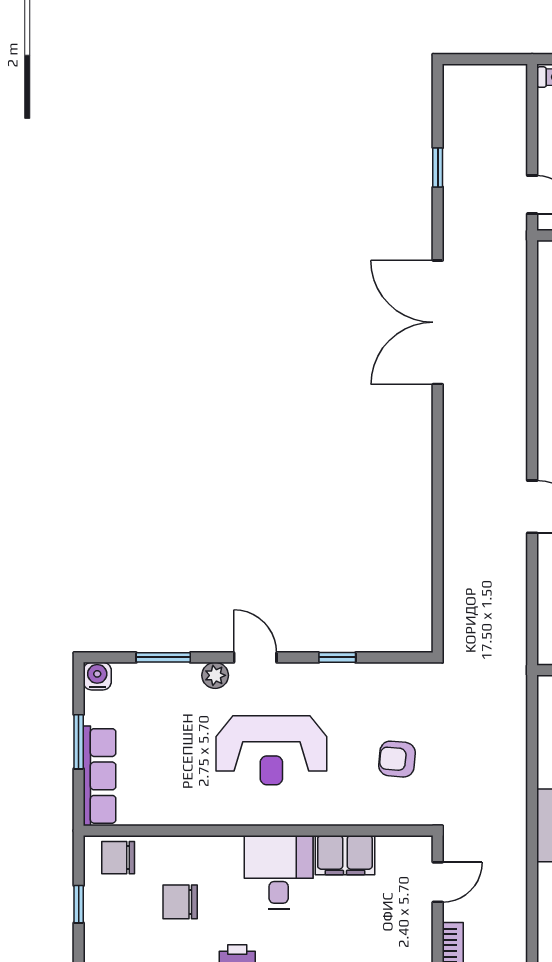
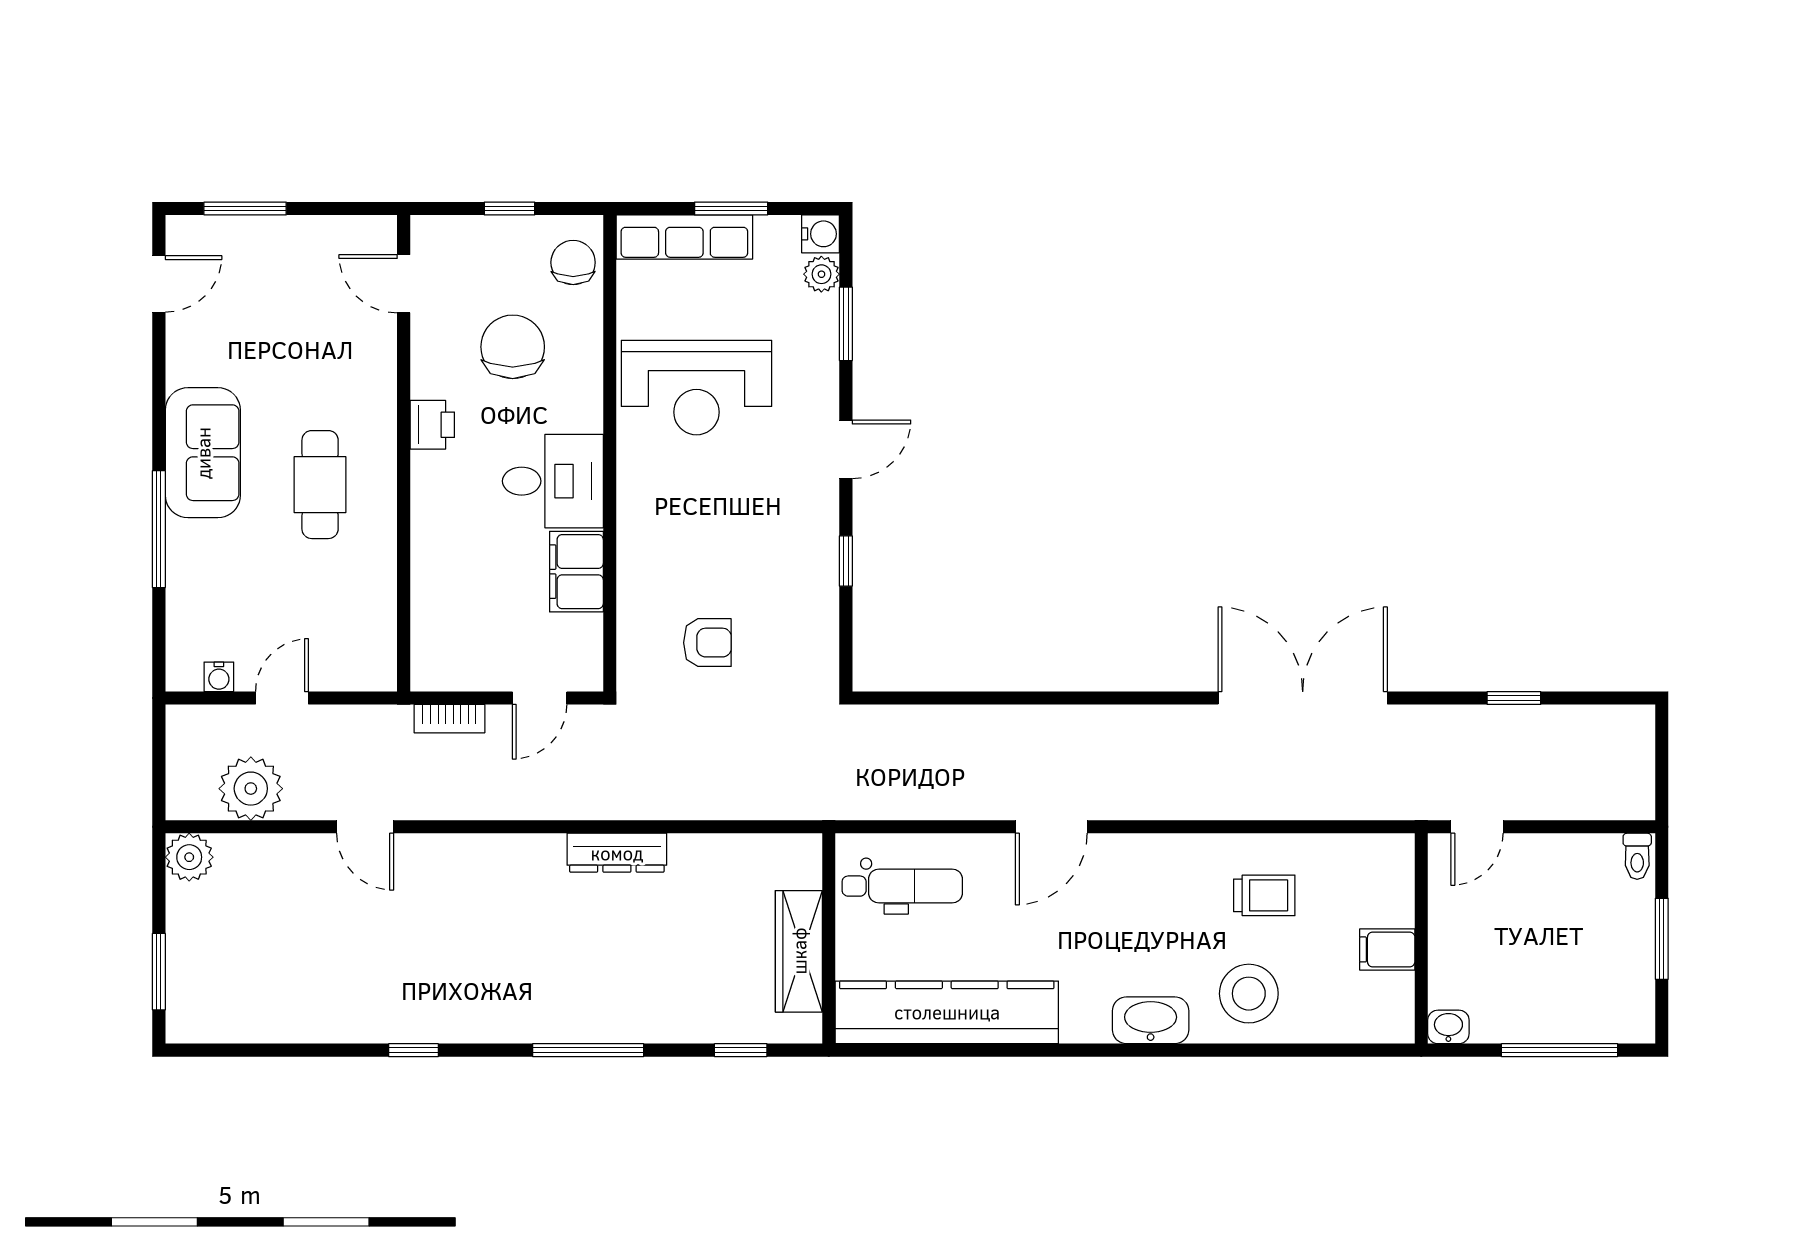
plant: (215, 675) -> (821, 274), moved
reception desk: (271, 750) -> (696, 388), moved, turned -90
armchair: (397, 759) -> (707, 643), turned 85
door: (438, 882) -> (540, 698), hinge flipped
chair: (180, 902) -> (513, 347), width x1.37, depth x1.37

